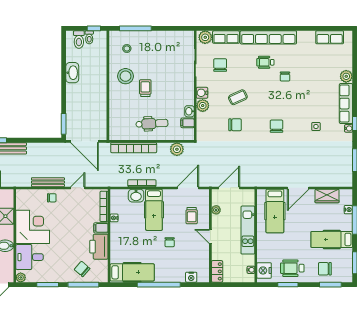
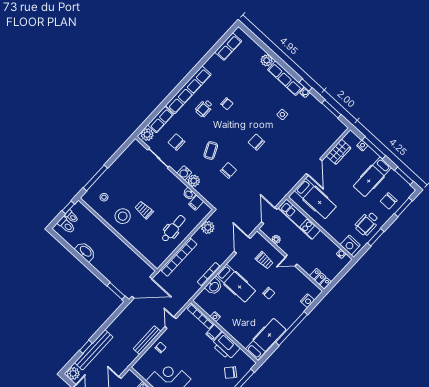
kitchen unit: (248, 230) -> (299, 219), moved

